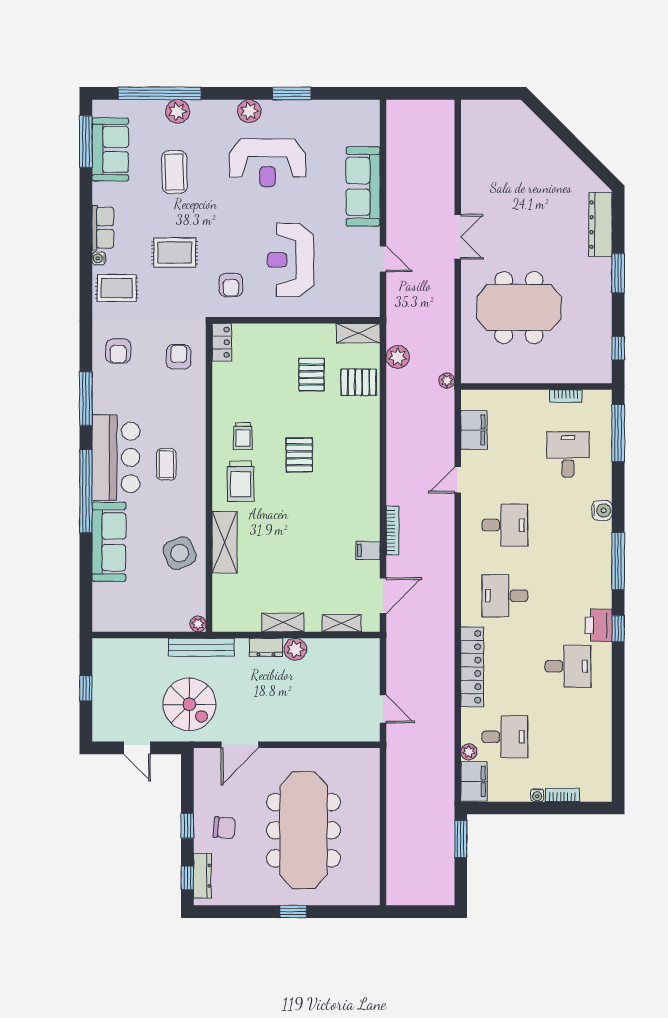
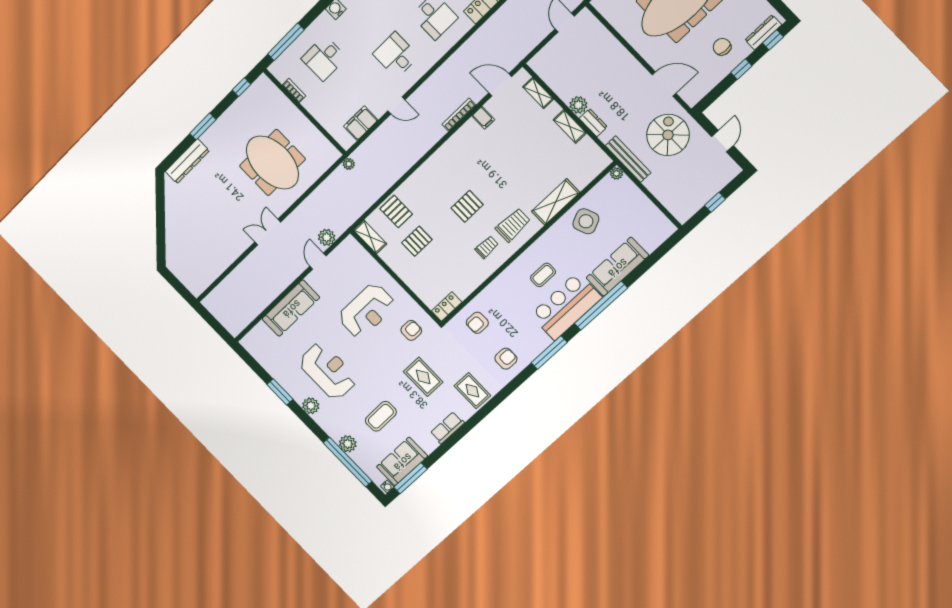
water cooler: (99, 258) -> (387, 486), moved
plant: (398, 357) -> (327, 237), moved

